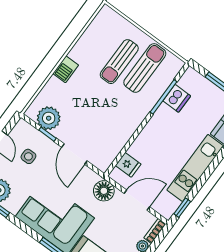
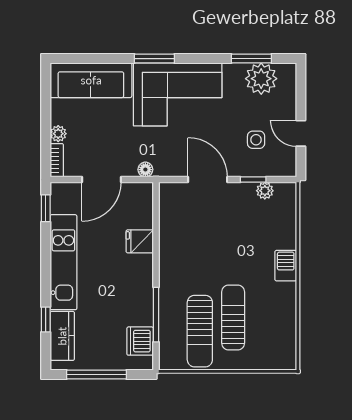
dishwasher: (177, 98) -> (140, 341), moved
plant: (49, 118) -> (265, 191), width x0.53, depth x0.53
fridge: (128, 165) -> (140, 241), moved
floor lamp: (104, 191) -> (145, 170), width x0.53, depth x0.53

